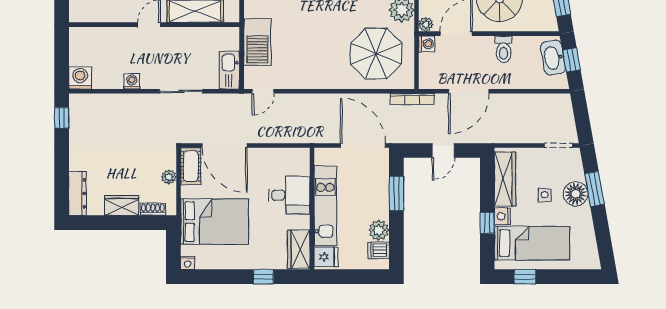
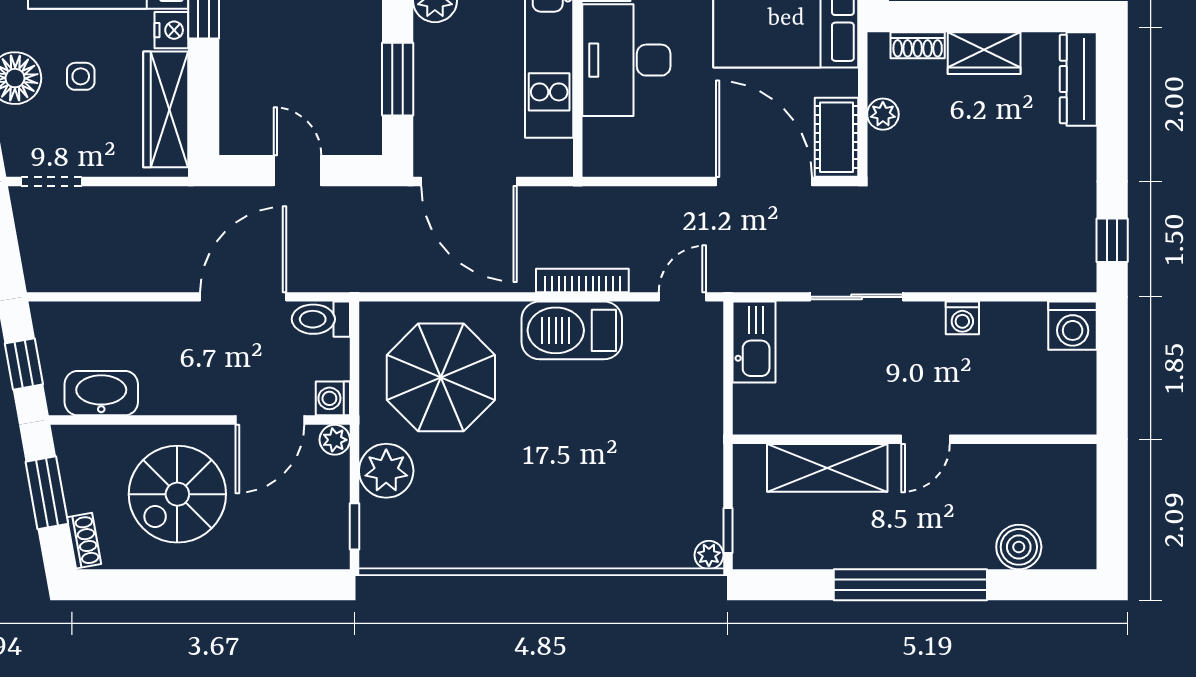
barbecue: (257, 42) -> (572, 330), moved, turned -90
toilet: (504, 49) -> (321, 319), moved, turned -90
washbasin: (553, 58) -> (101, 393), moved, turned -80
bookcase: (412, 99) -> (582, 280), moved
door: (443, 150) -> (297, 171), hinge flipped
desk: (289, 195) -> (626, 60), width x1.37

